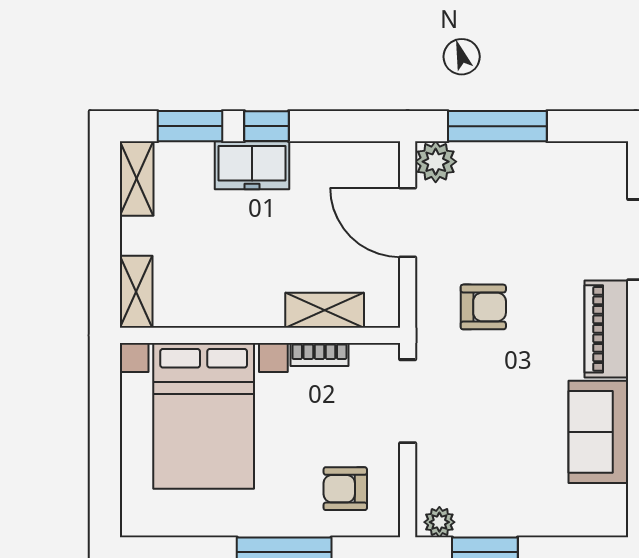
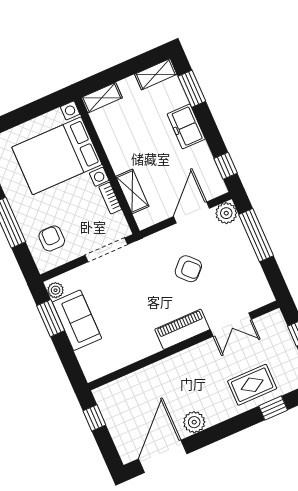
window: (267, 126) -> (226, 166), moved
armchair: (483, 307) -> (188, 269), moved, turned -45
sofa: (598, 432) -> (77, 320), moved, turned 90

